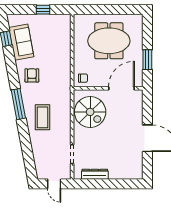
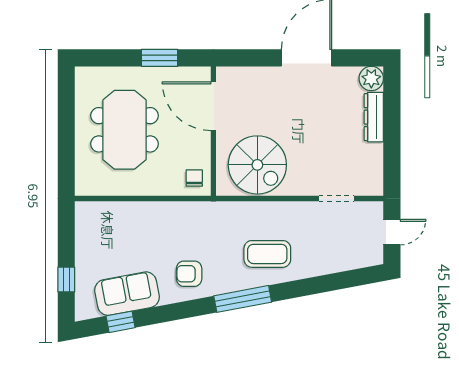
window: (43, 10) -> (66, 279), moved
spiral stairs: (90, 112) -> (257, 165), turned 90
plant: (136, 173) -> (371, 78), added
dresser: (95, 174) -> (374, 117), moved

